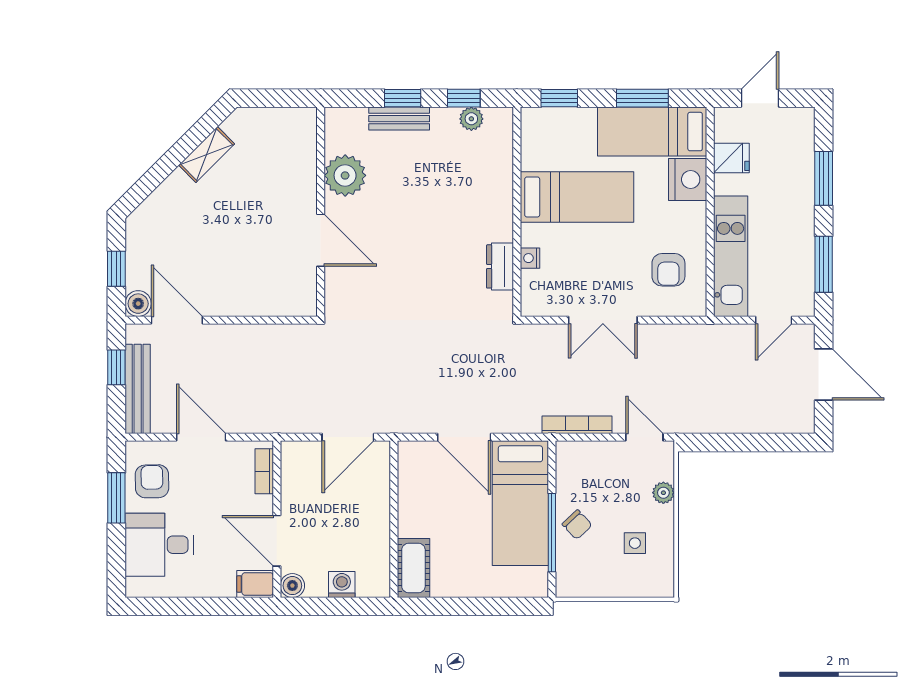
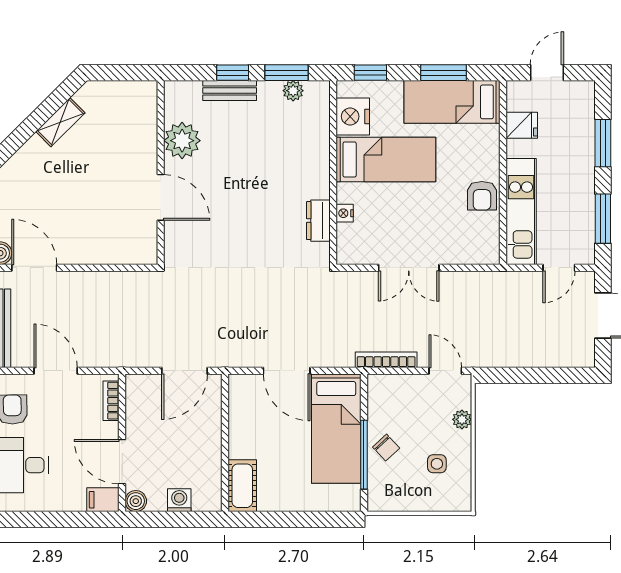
window: (464, 98) -> (286, 73), width x1.50
nightstand: (688, 179) -> (353, 116), moved, turned 180
armchair: (668, 270) -> (482, 196), moved

